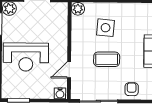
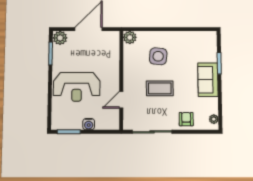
water cooler: (60, 93) -> (89, 124), moved

